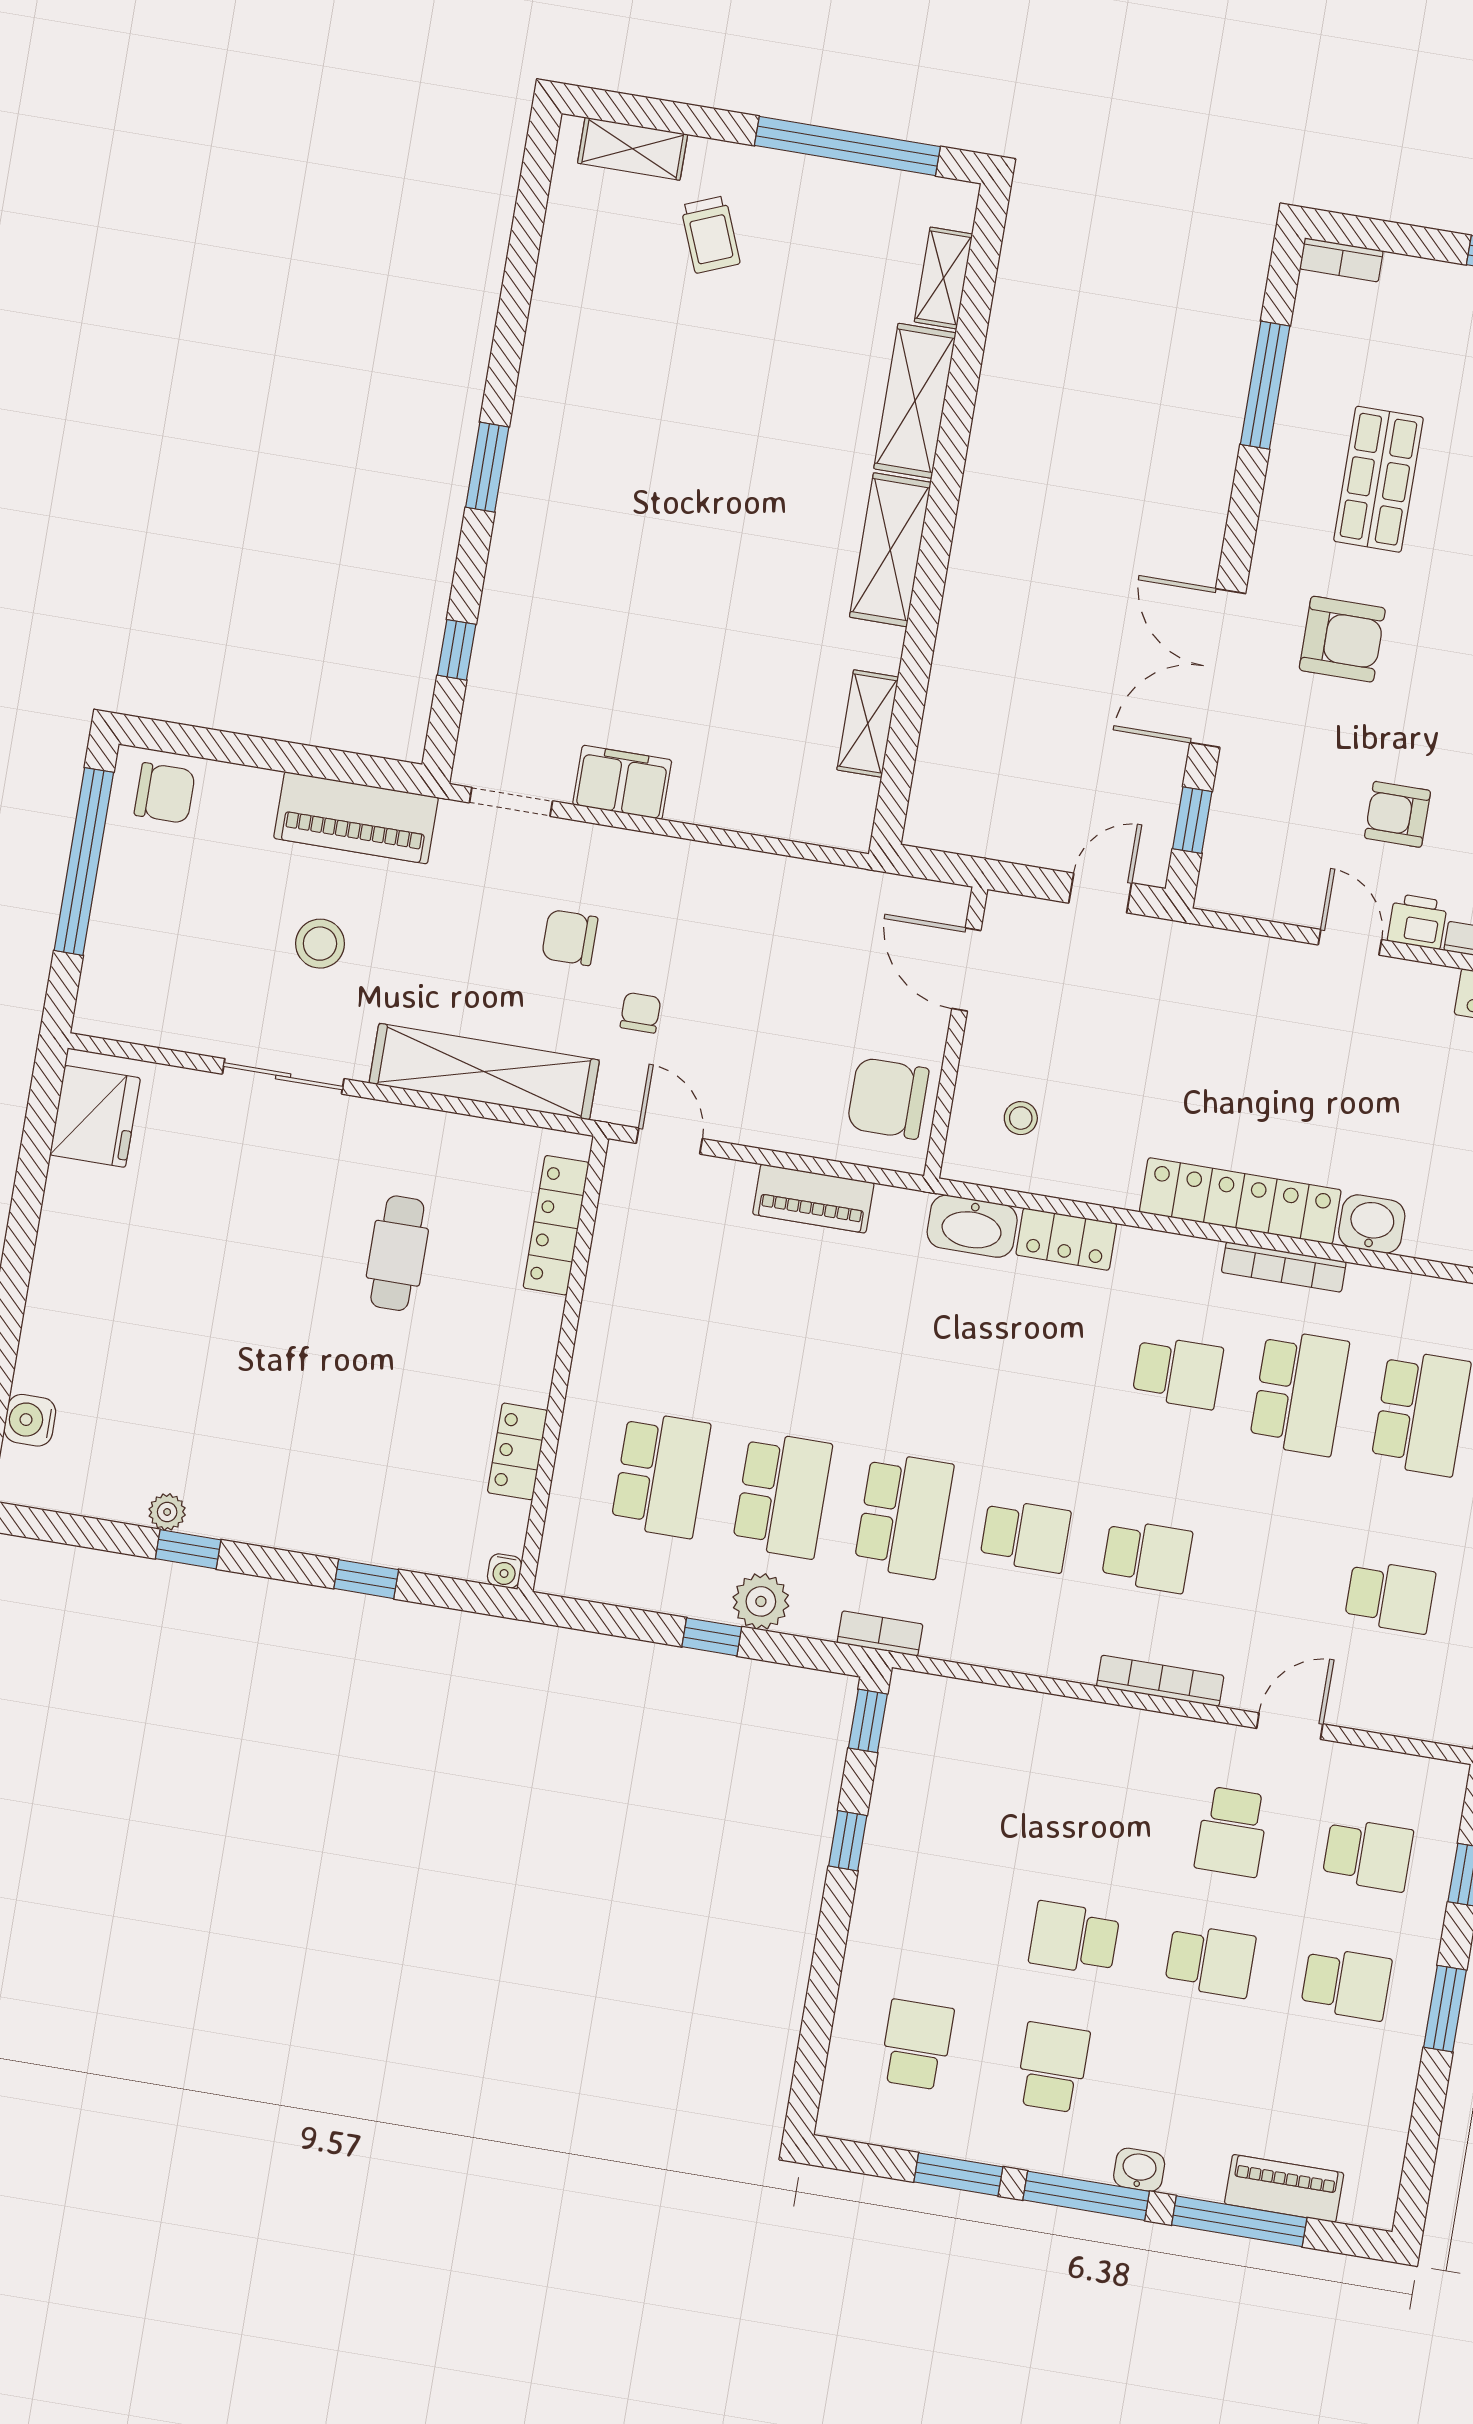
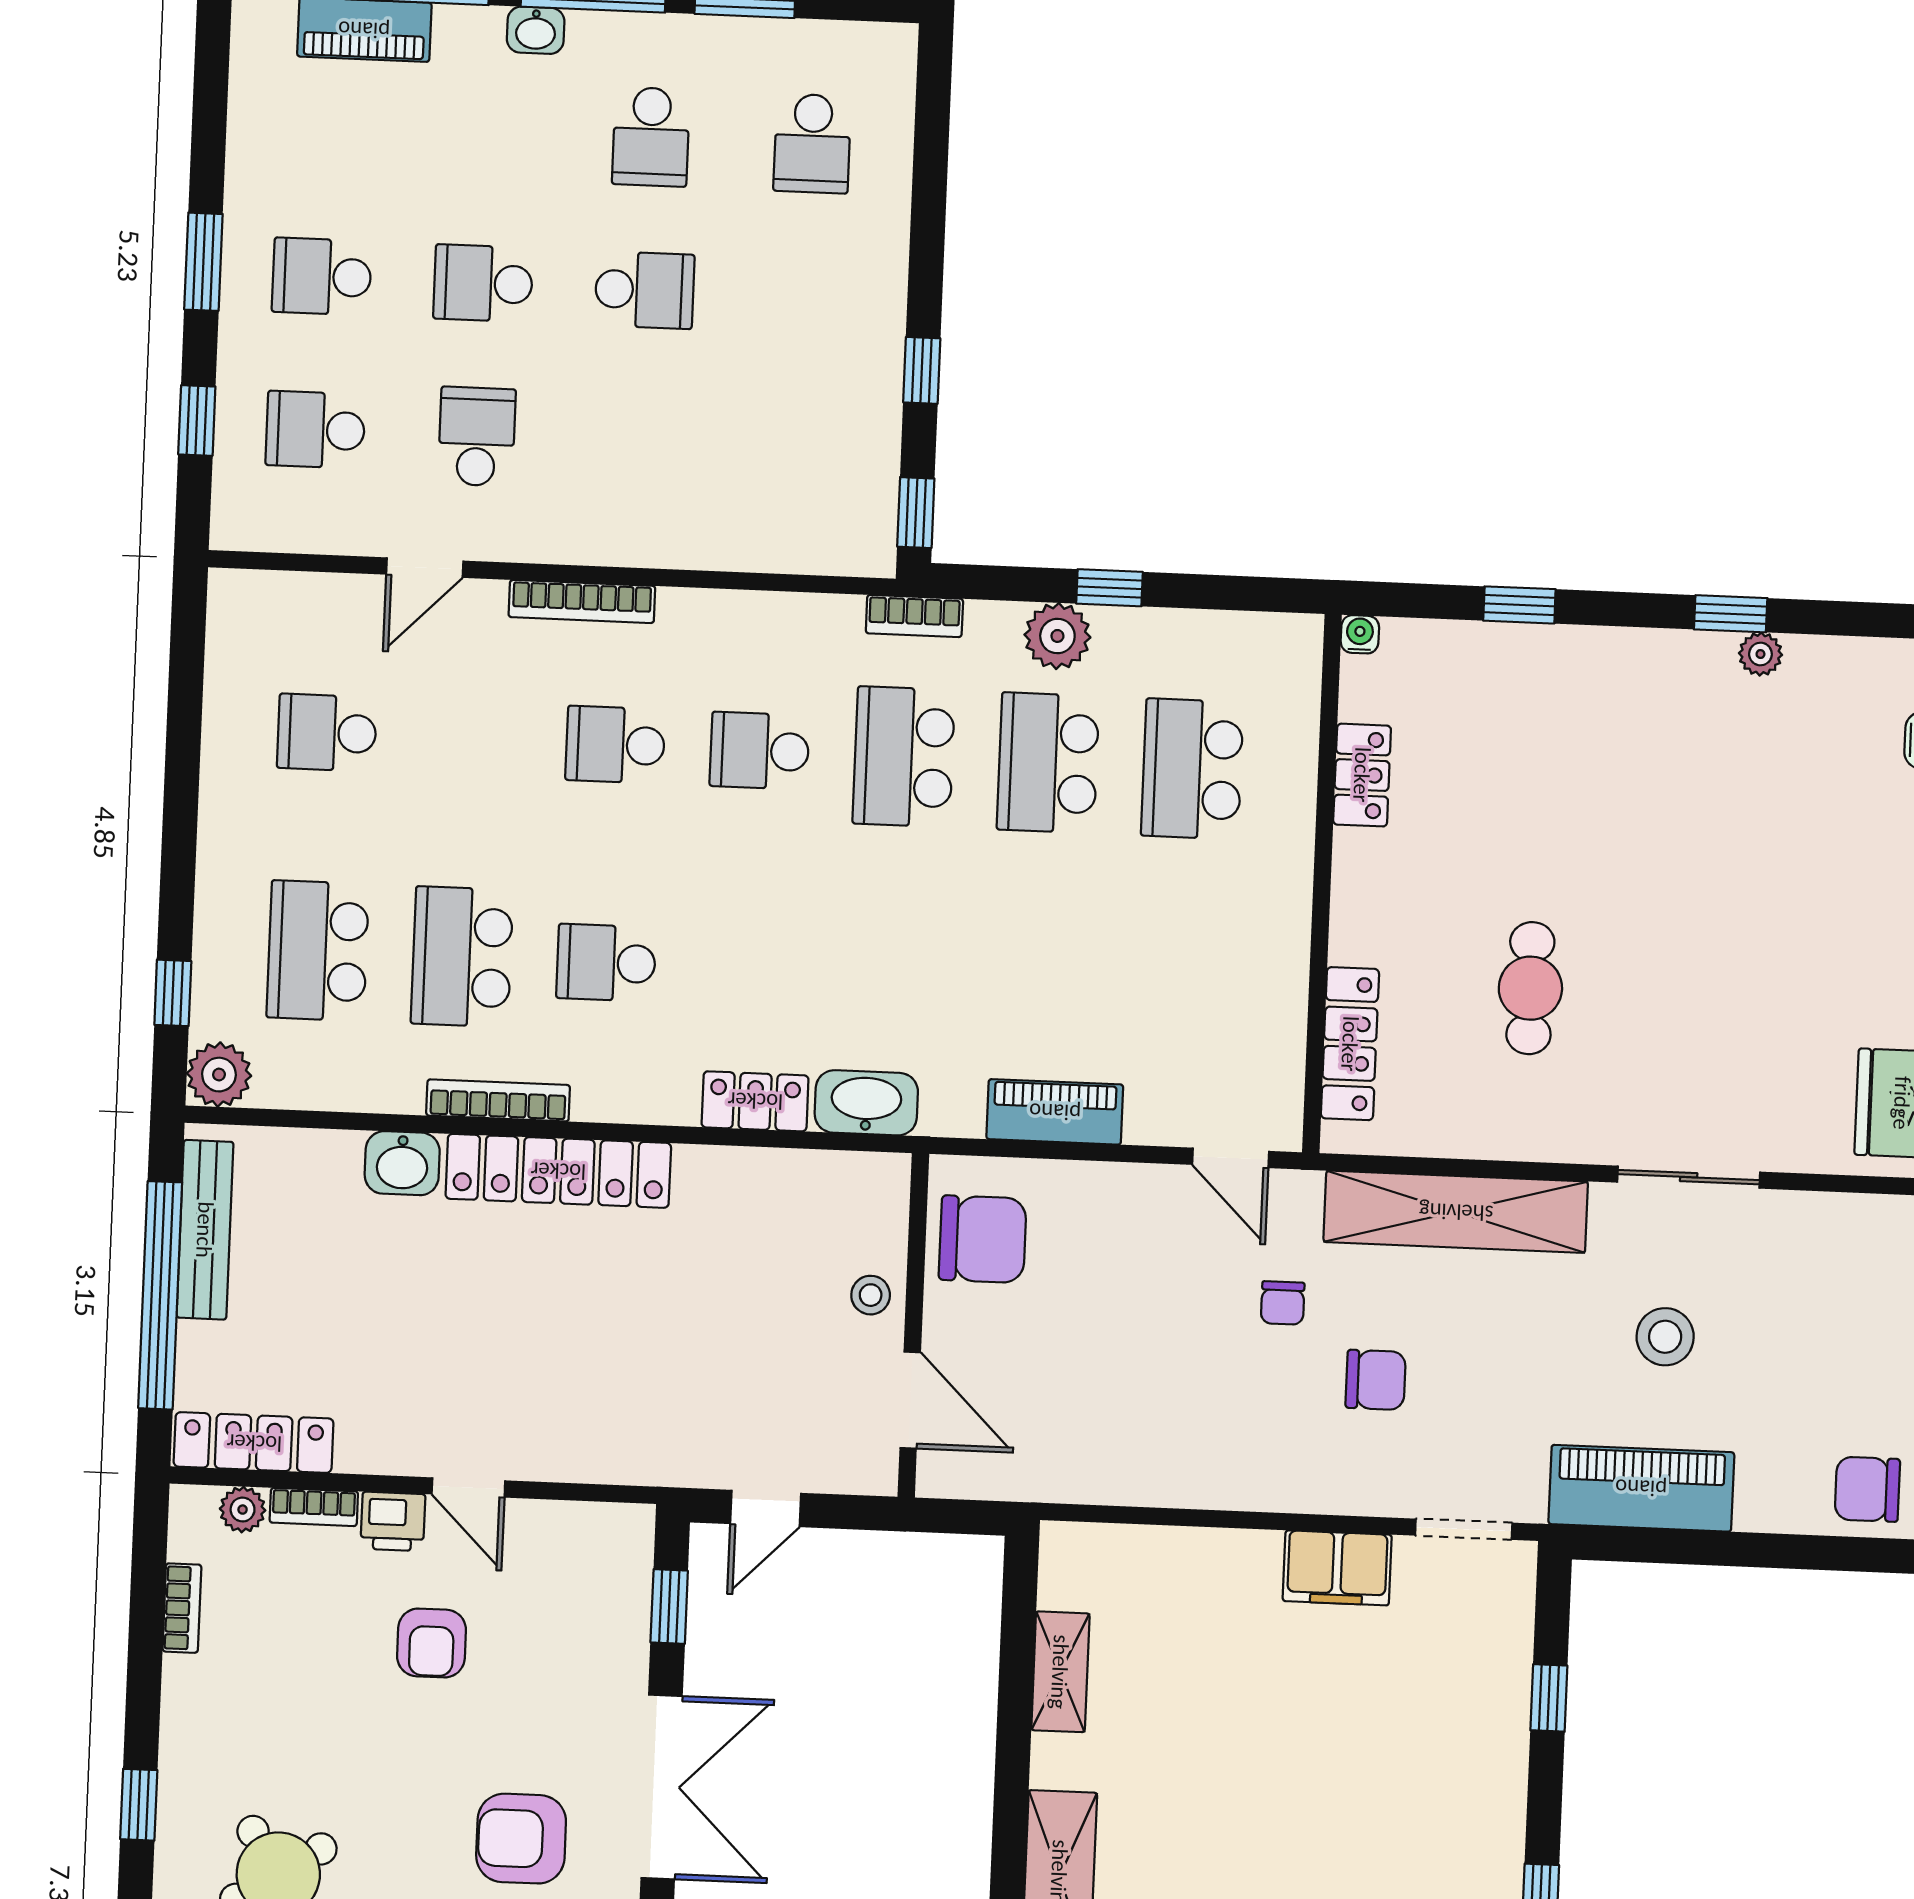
armchair: (1398, 814) -> (432, 1643), turned 90
stool: (1021, 1118) -> (871, 1295), moved

